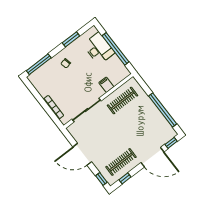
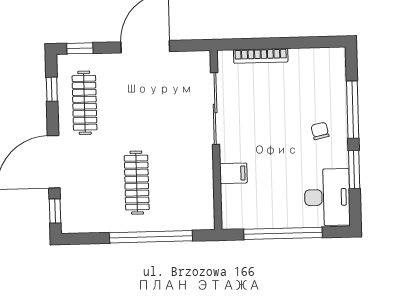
desk: (99, 49) -> (327, 197), moved, turned -90
window: (39, 64) -> (353, 110), moved
clothes rail: (123, 100) -> (137, 183), moved
window: (163, 110) -> (151, 237), moved

